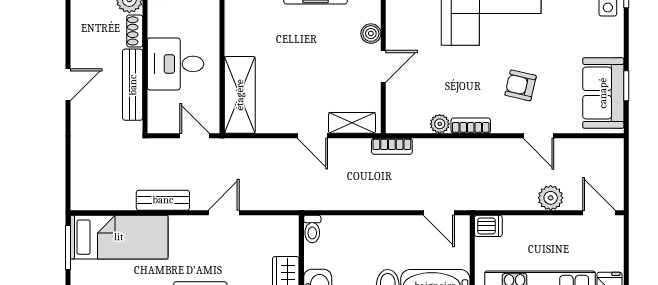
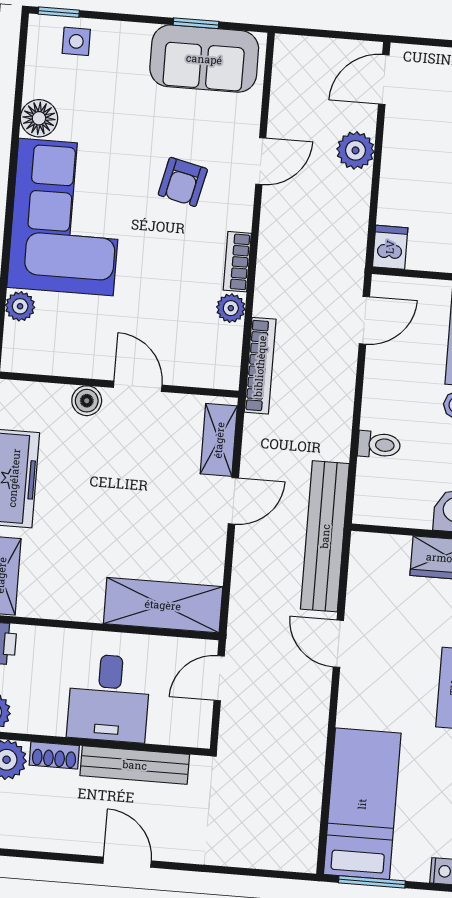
bookcase: (392, 146) -> (260, 366), width x1.56
bench: (163, 200) -> (325, 536), moved, width x1.86, depth x1.21
toilet: (312, 229) -> (379, 445), moved

